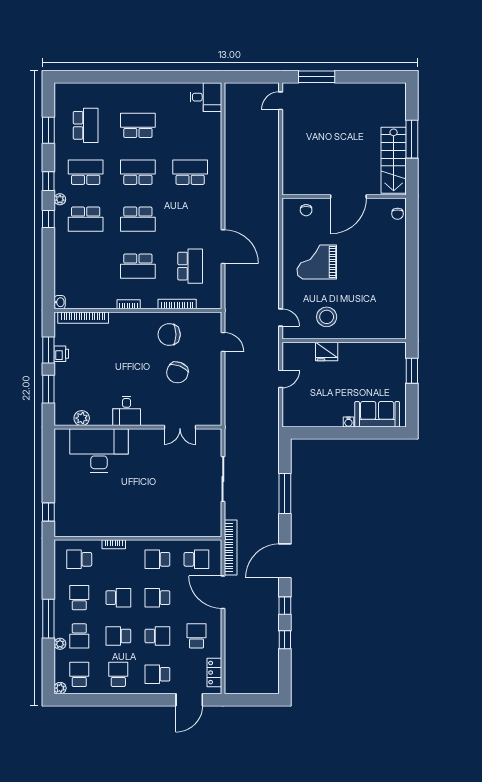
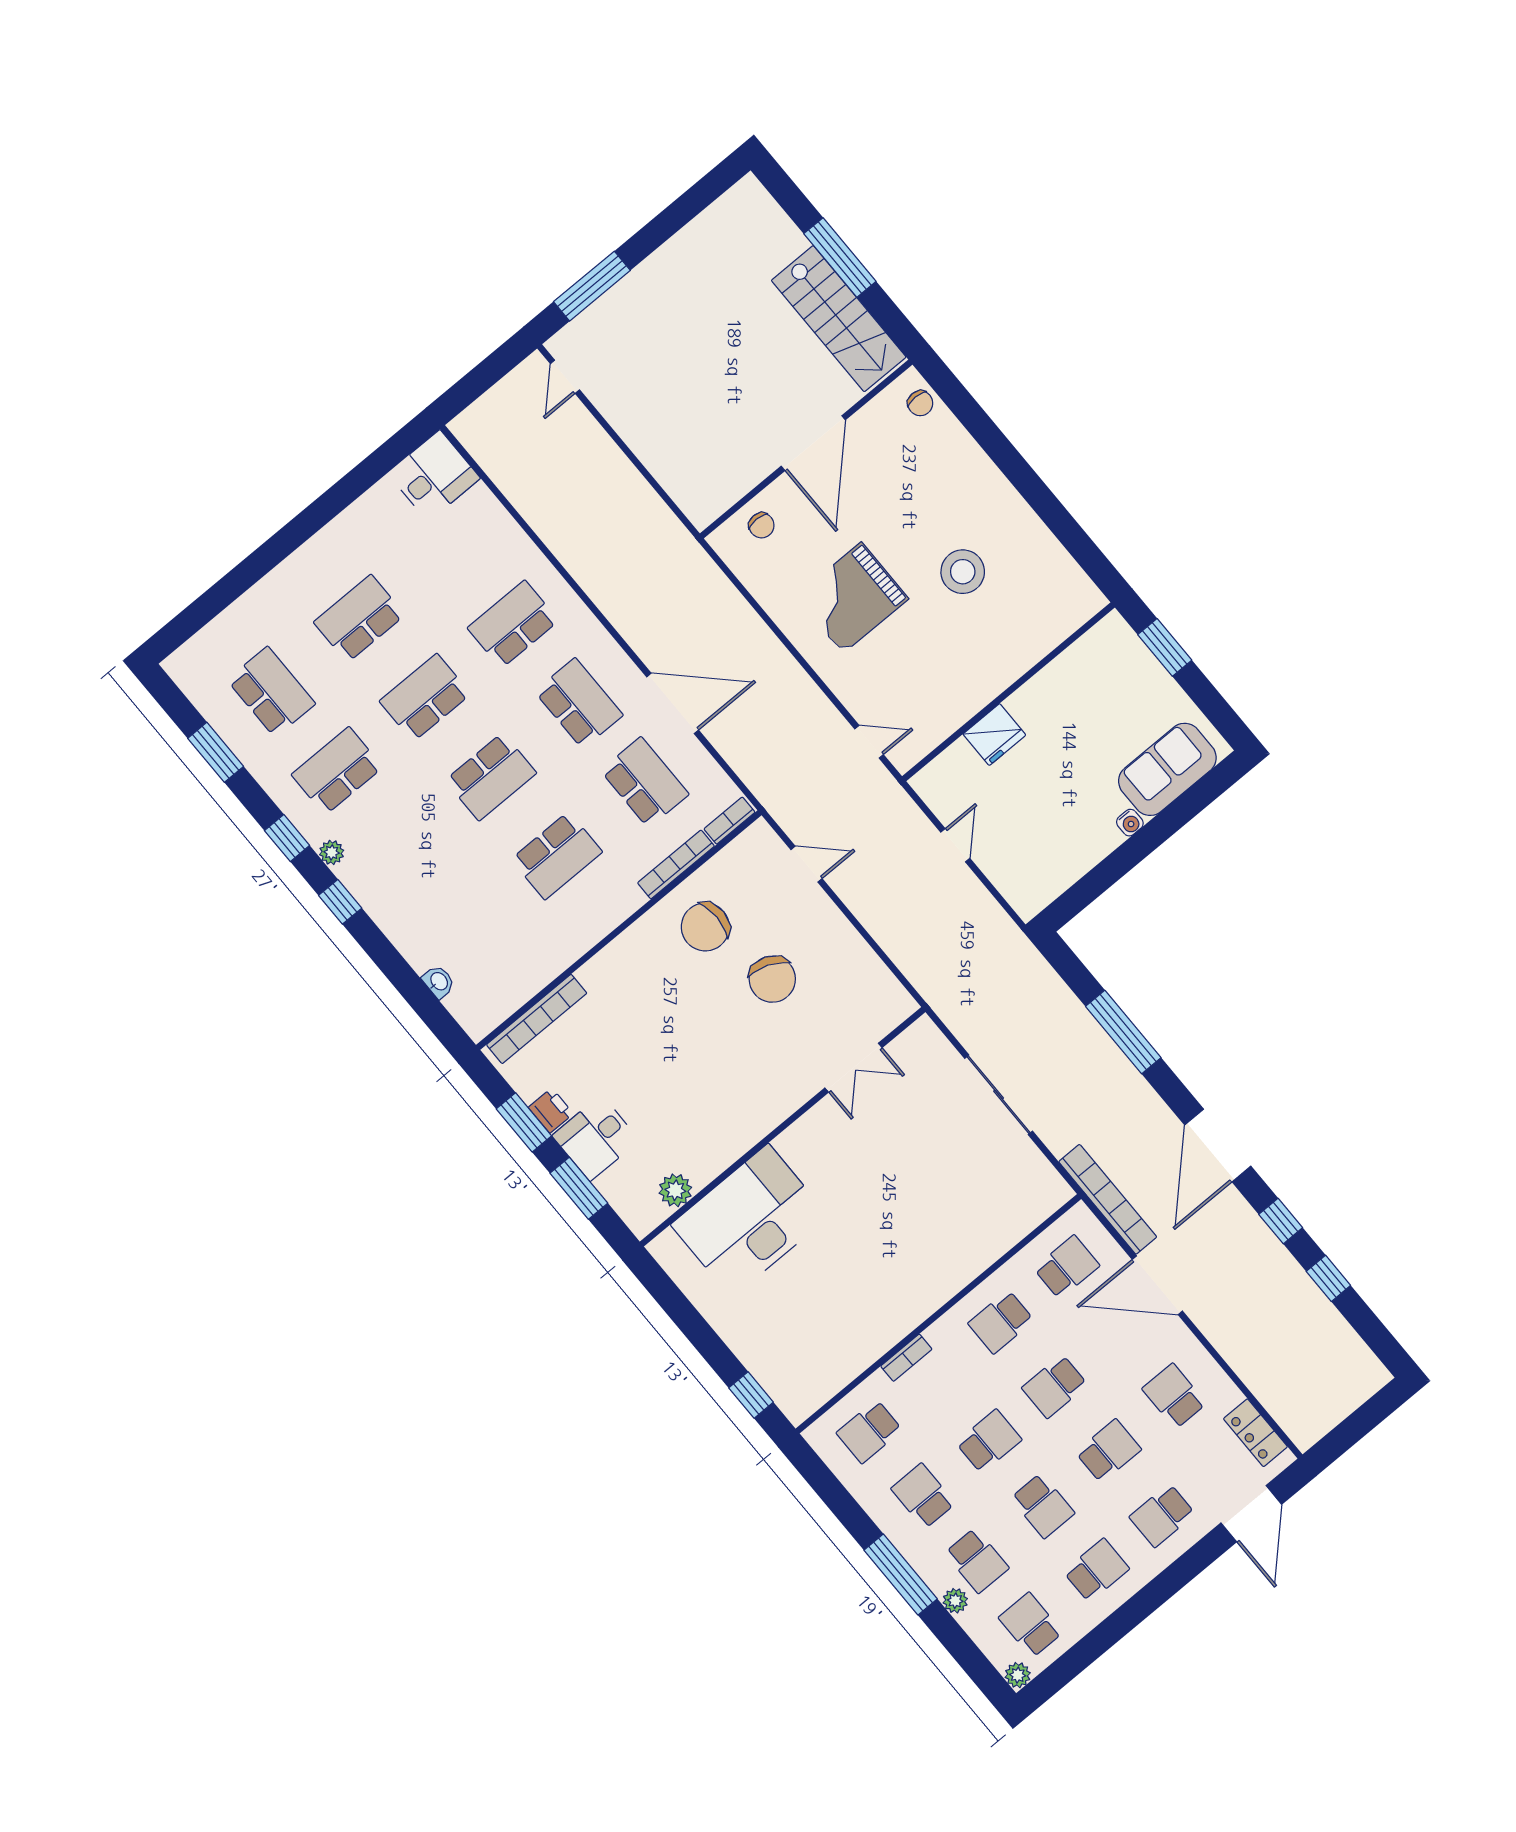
school desk: (86, 219) -> (579, 703), moved, turned -90
washbasin: (60, 302) -> (439, 982), moved
bookcase: (129, 304) -> (730, 821), moved
stool: (327, 317) -> (963, 572), moved
desk: (127, 411) -> (596, 1138), moved, turned 90
school desk: (118, 636) -> (1043, 1506), turned -90
school desk: (118, 674) -> (1096, 1570), turned 90

